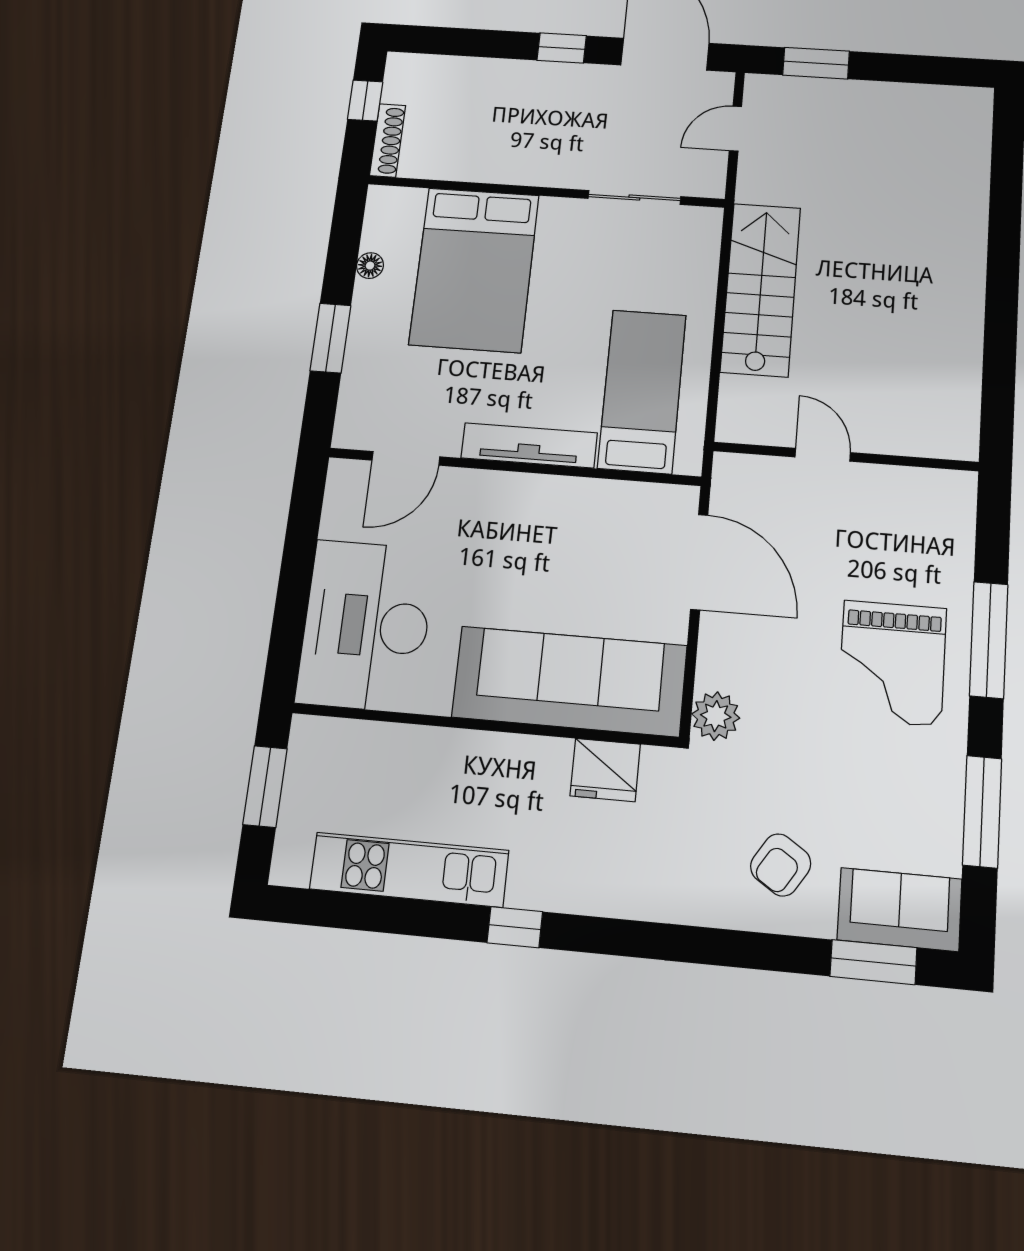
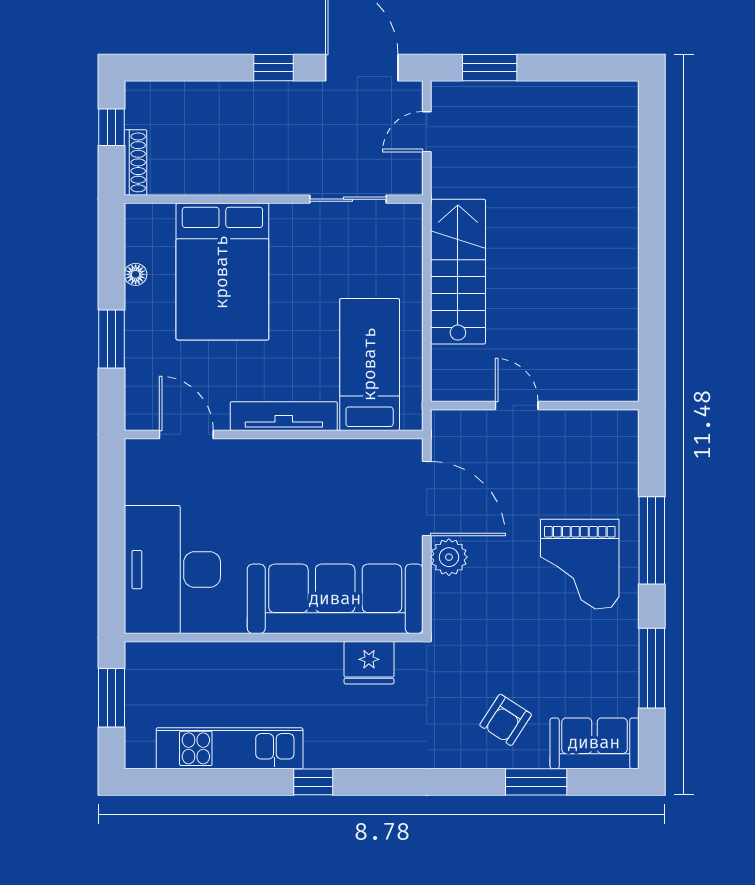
door: (406, 458) -> (186, 434), swing flipped
plant: (716, 716) -> (449, 557), moved
window: (873, 962) -> (536, 782), moved

